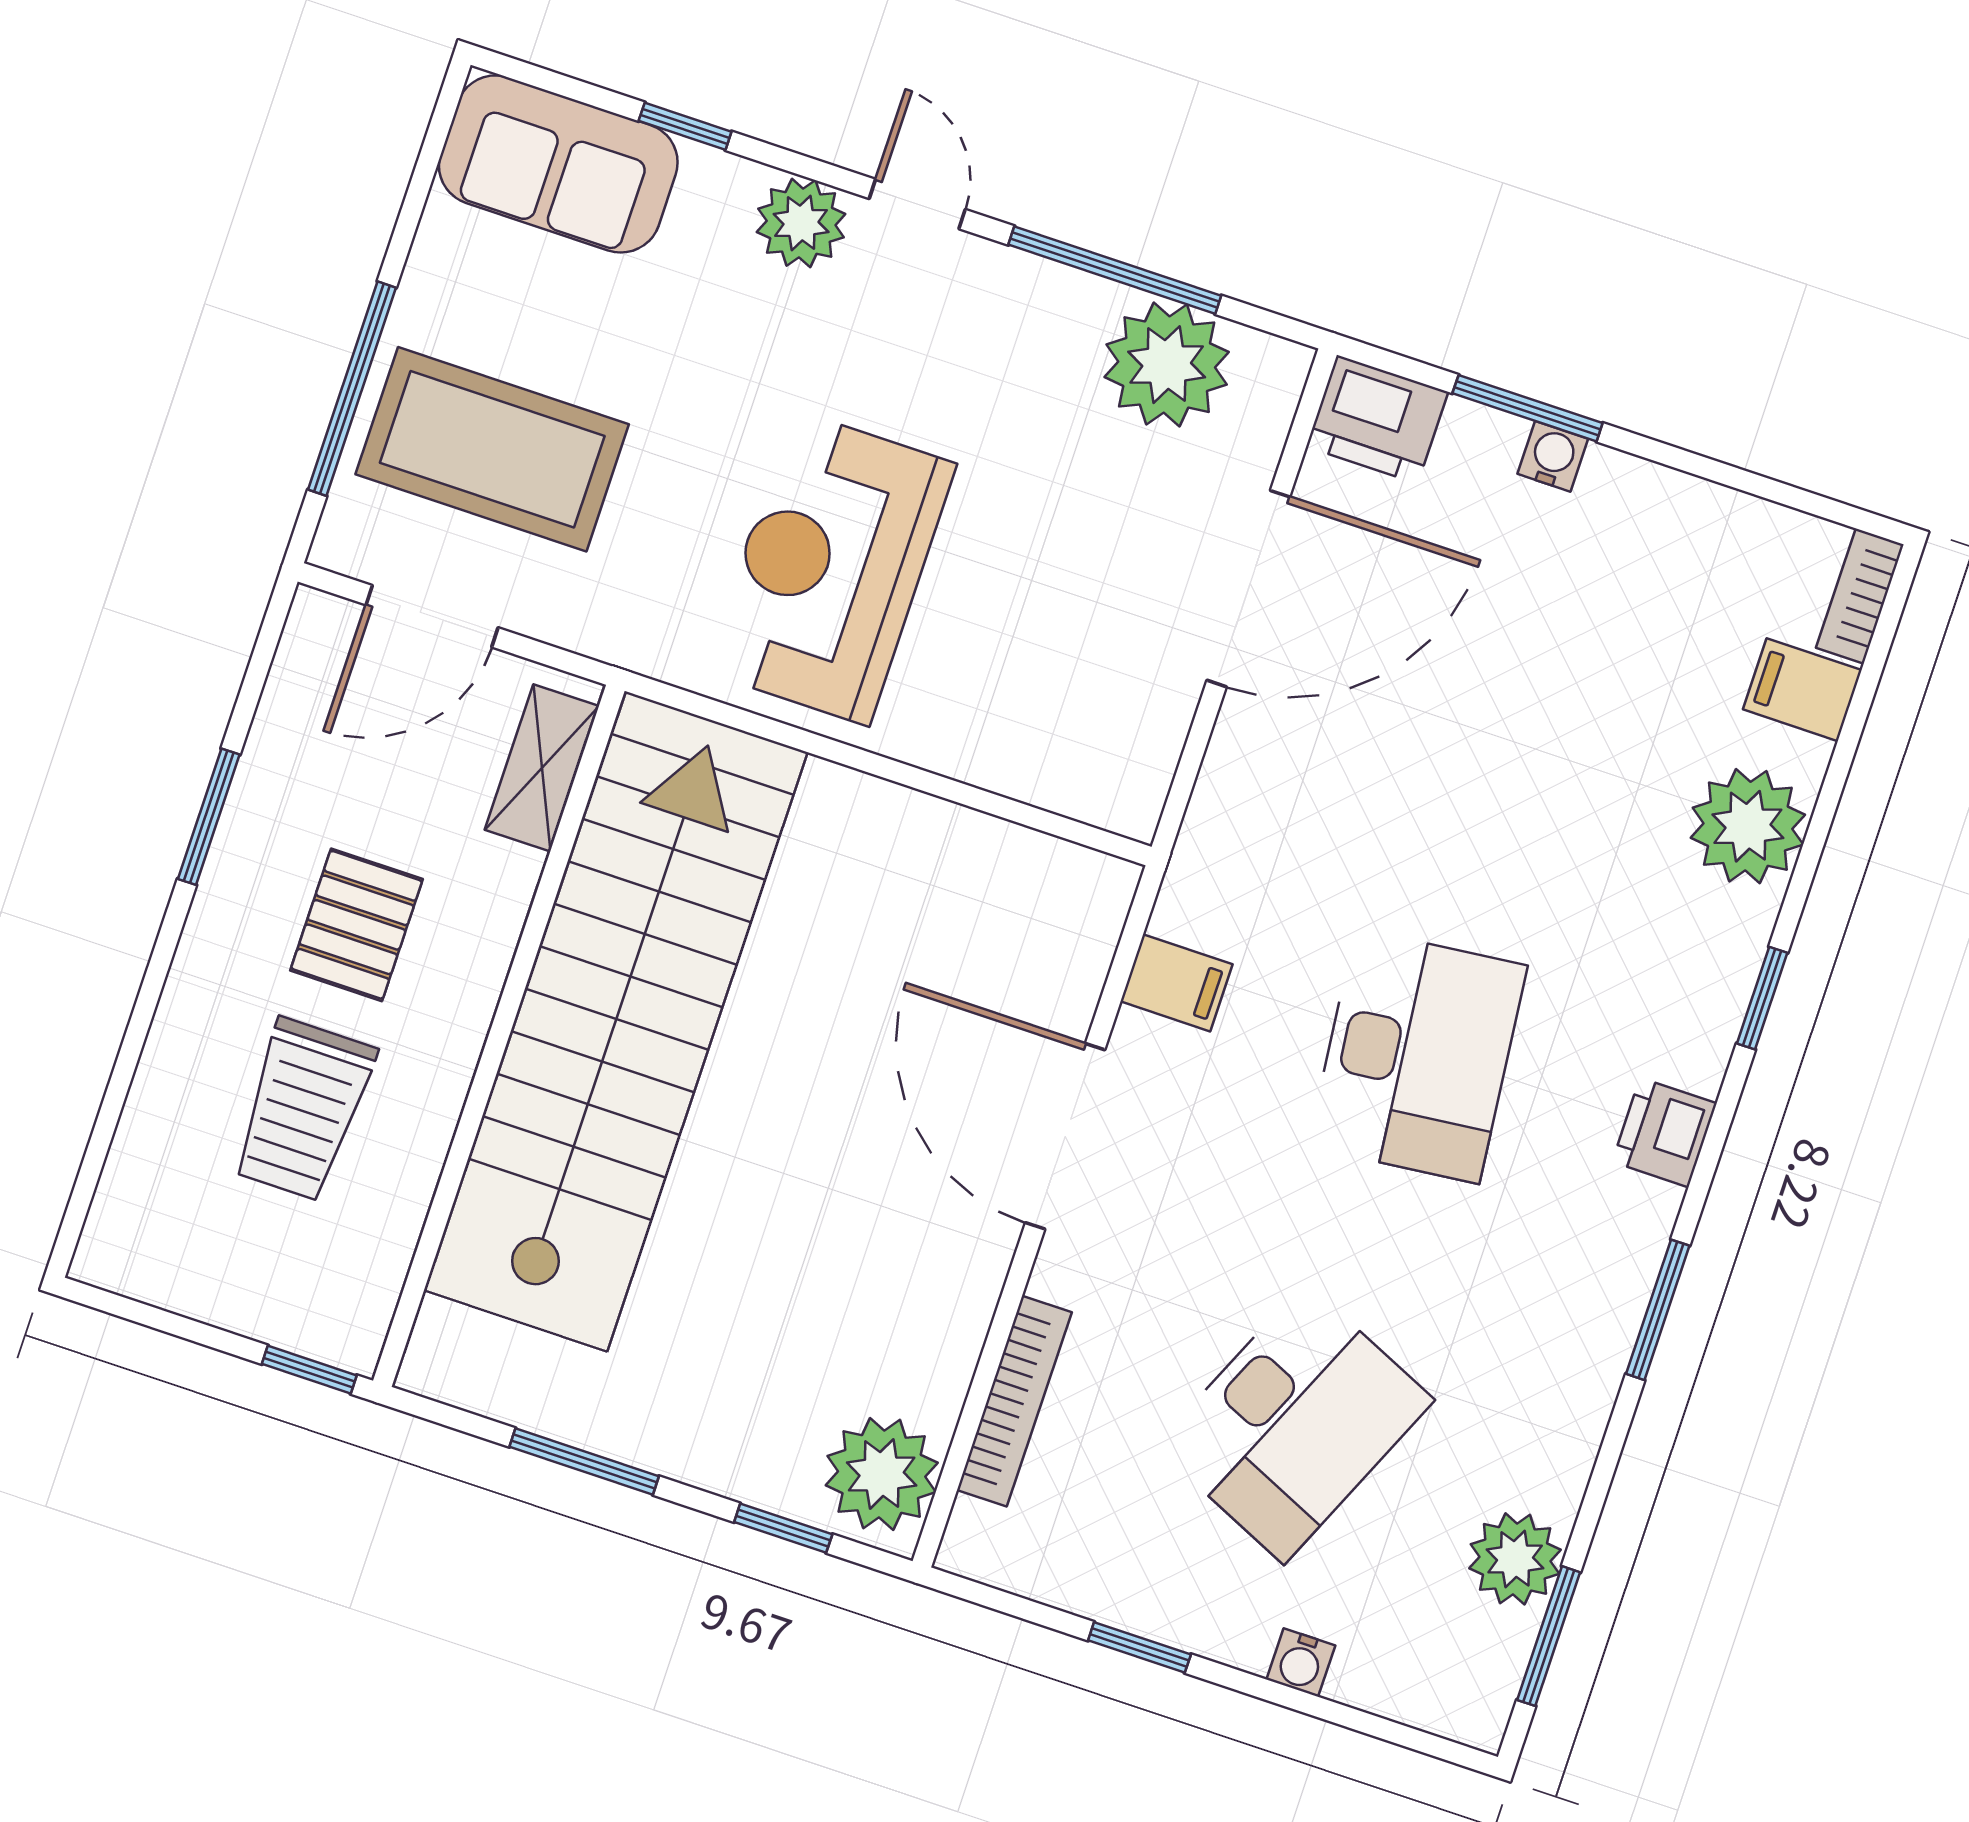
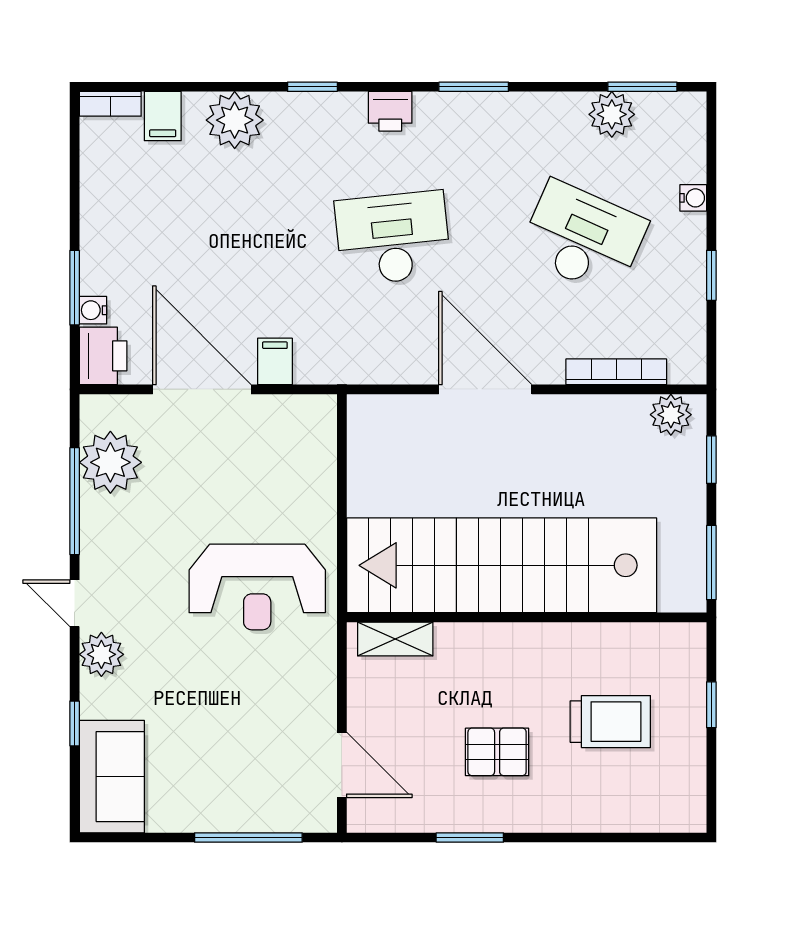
door: (917, 204) -> (75, 603), hinge flipped
coffee table: (492, 449) -> (255, 763), removed
water cooler: (1553, 456) -> (93, 310), moved
shelving: (542, 768) -> (395, 639), moved
filing cabinet: (1177, 983) -> (275, 361), moved
stairs: (616, 1021) -> (502, 565), moved
wall: (499, 1036) -> (527, 617), moved
trolley: (303, 1110) -> (610, 722), moved
door: (1065, 1136) -> (485, 389), swing flipped
plant: (882, 1474) -> (671, 415), width x0.73, depth x0.73

